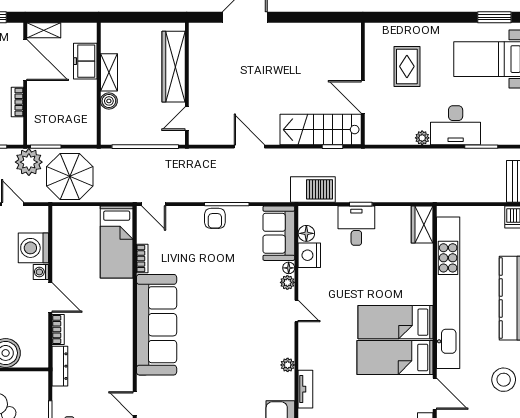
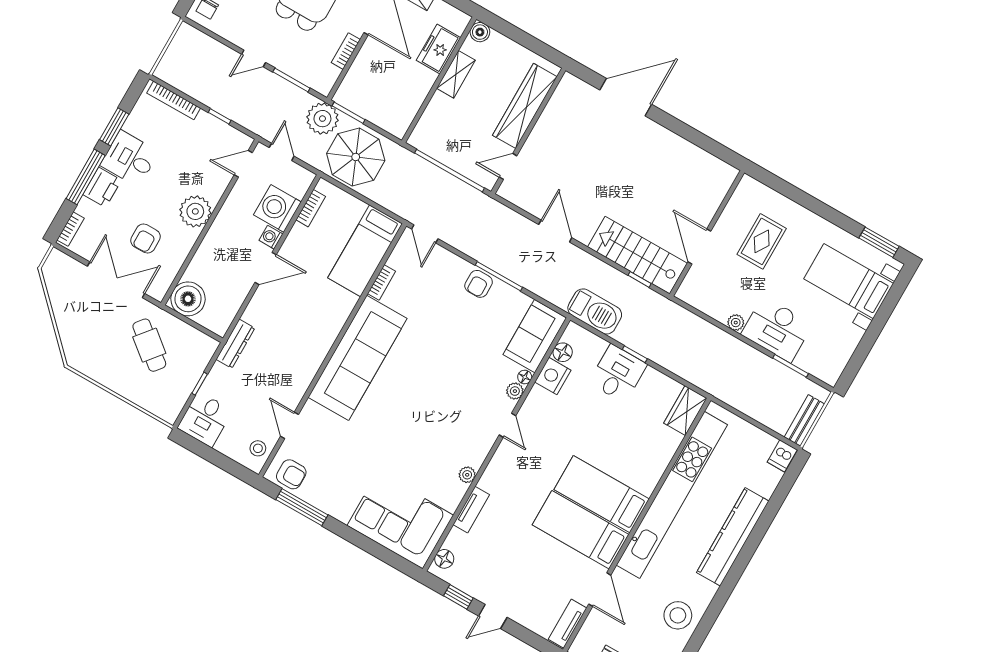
boiler: (109, 101) -> (480, 32), moved
door: (50, 298) -> (266, 269), hinge flipped
bookcase: (58, 330) -> (311, 208), moved

